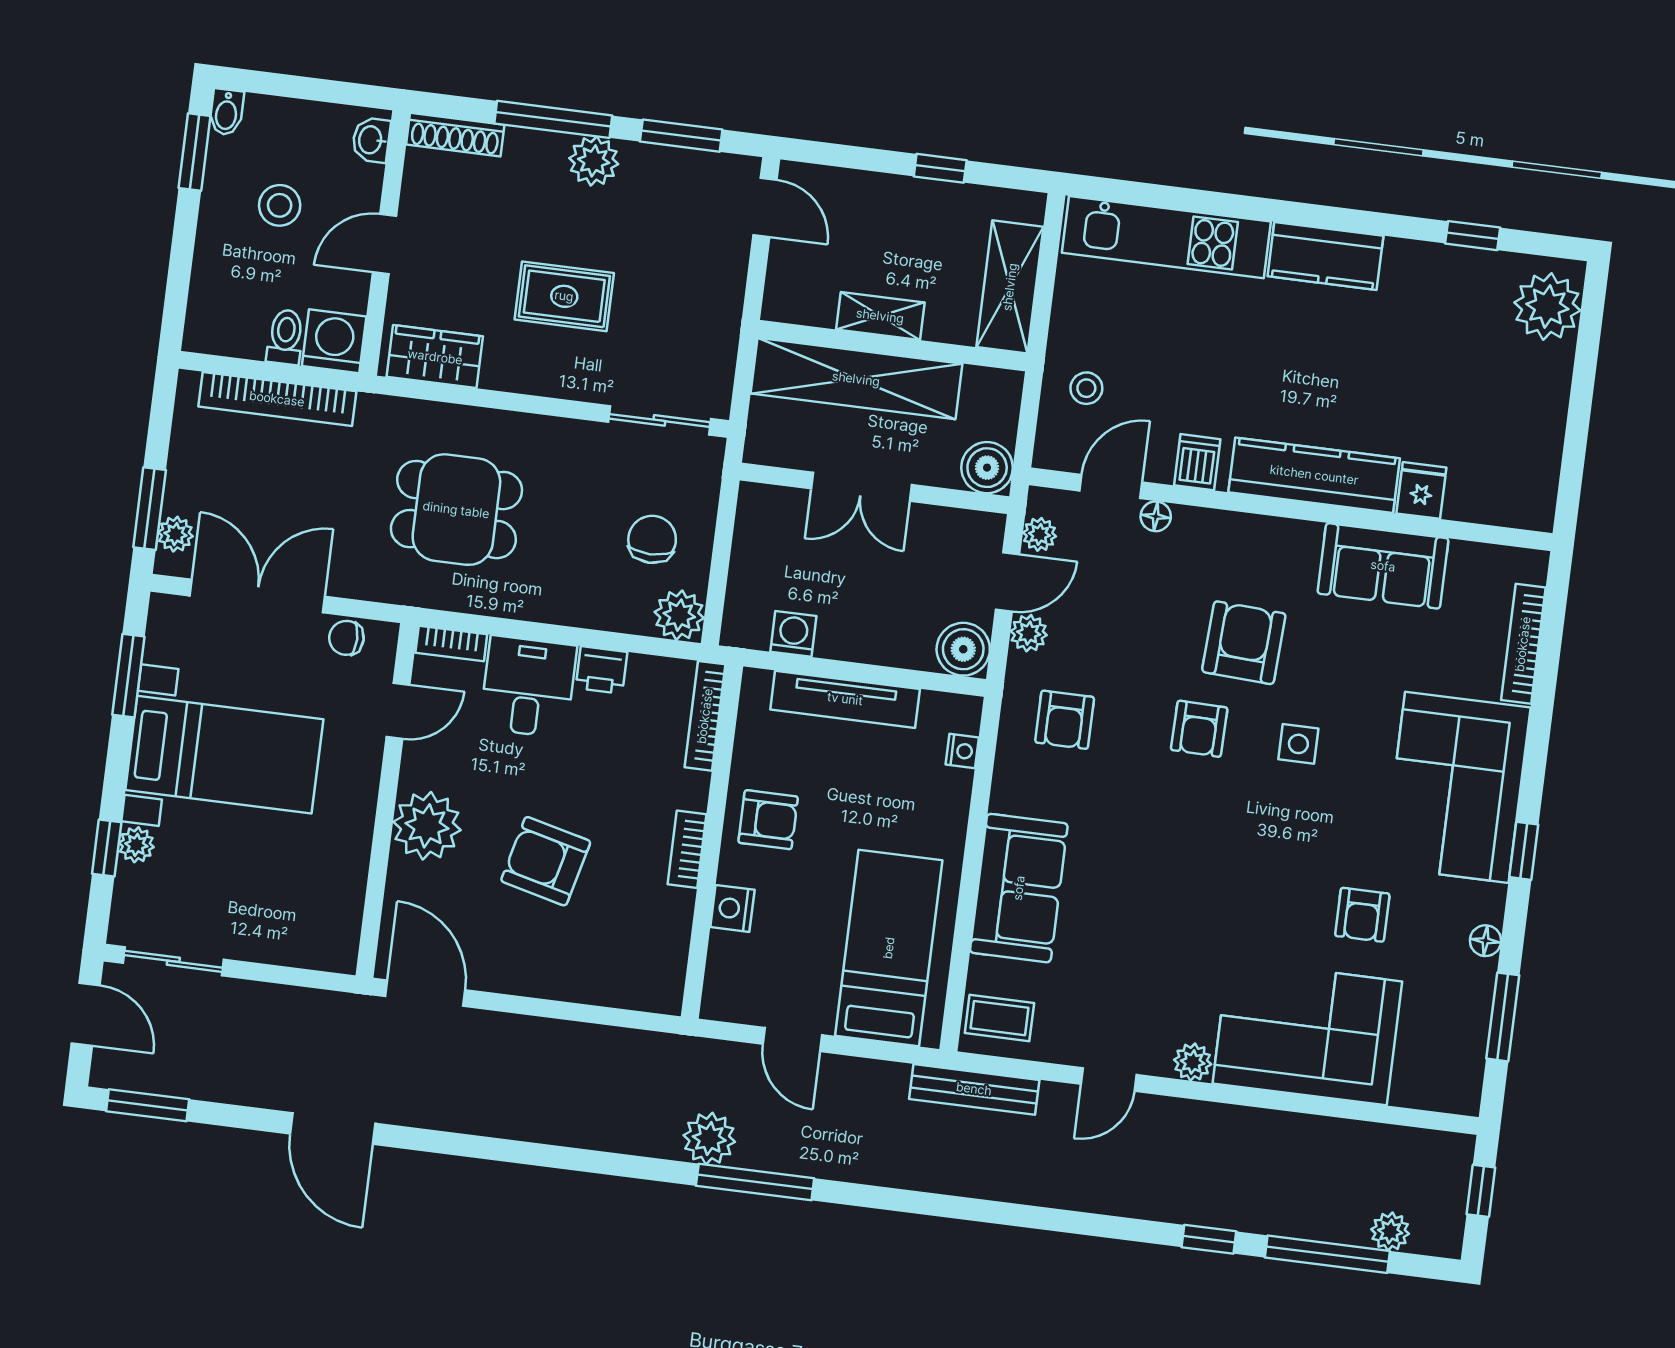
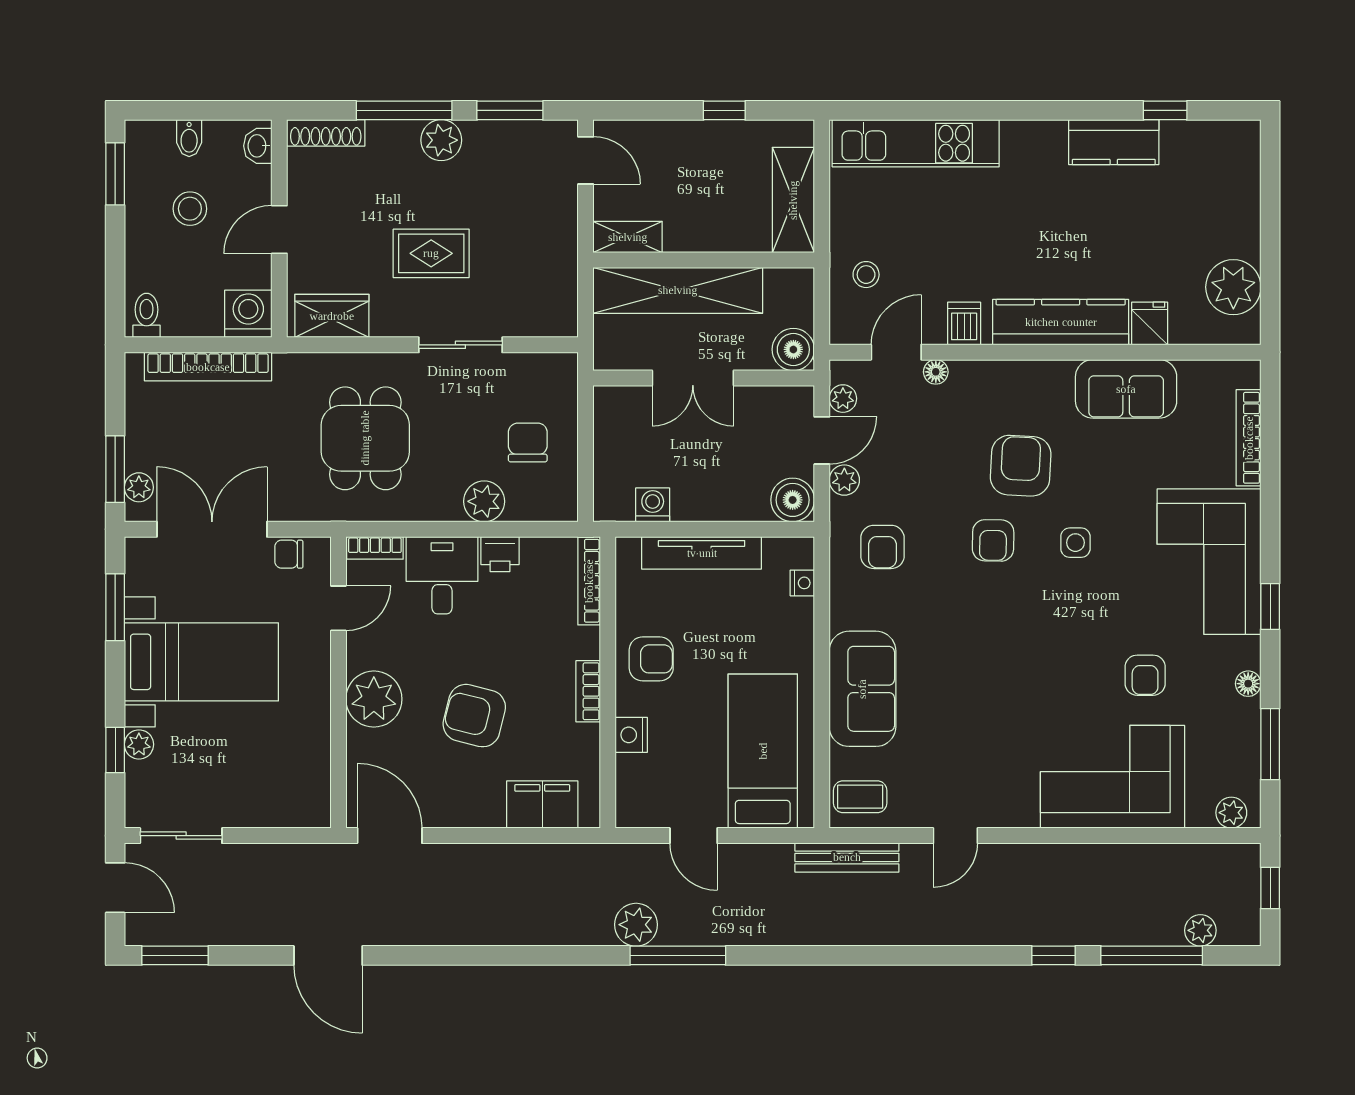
bidet: (226, 112) -> (189, 138), moved
kitchen counter: (1325, 256) -> (1114, 142), moved
plant: (1547, 307) -> (1233, 287), moved
shelving: (880, 316) -> (628, 237), moved
toilet: (285, 337) -> (146, 315), moved
sliding door: (659, 420) -> (460, 345), moved
dining table: (456, 510) -> (365, 438), turned 90
plant: (679, 615) -> (484, 501), moved
filing cabinet: (614, 979) -> (542, 804), added
plant: (1193, 1062) -> (1231, 813), moved

